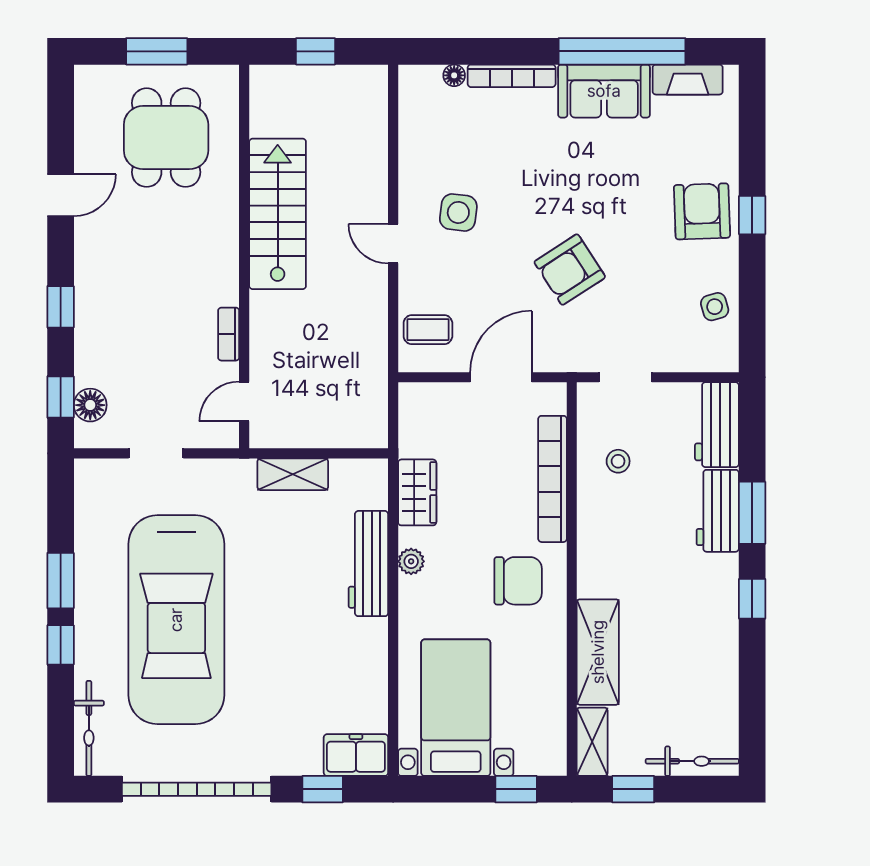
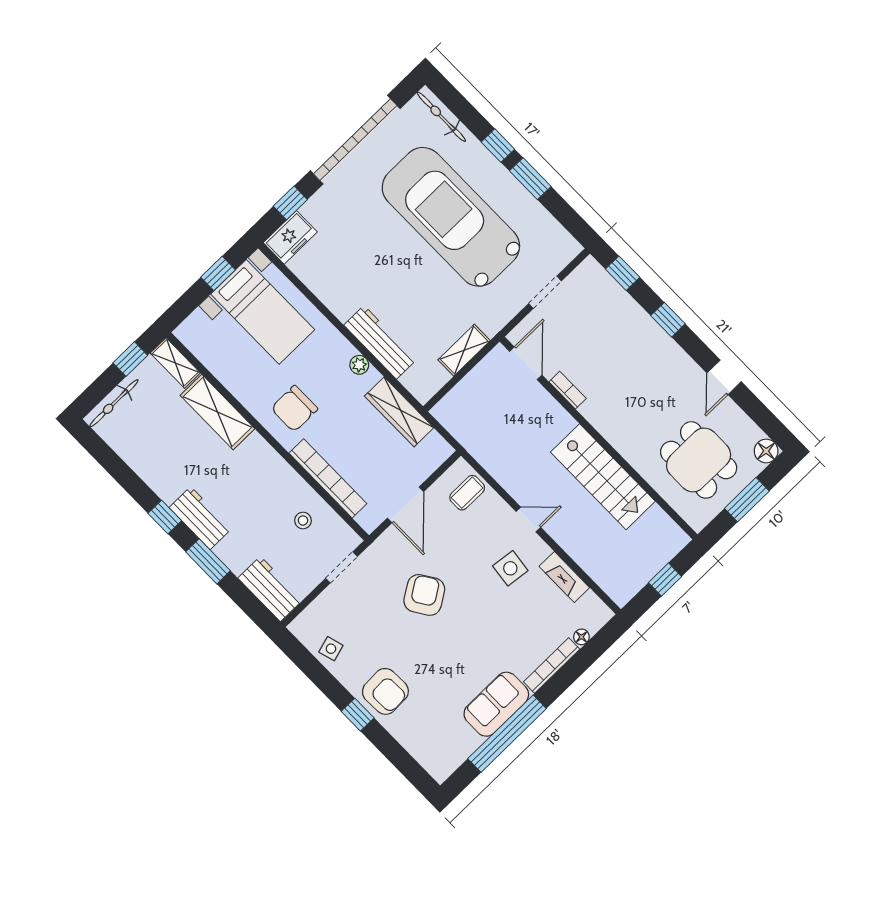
fireplace: (688, 80) -> (564, 577), moved, turned -90
door: (244, 401) -> (526, 363), width x1.38
floor lamp: (90, 405) -> (766, 451), moved
wardrobe: (417, 492) -> (399, 412), width x1.50
workbench: (718, 511) -> (200, 518), moved
window: (516, 789) -> (218, 273), moved

